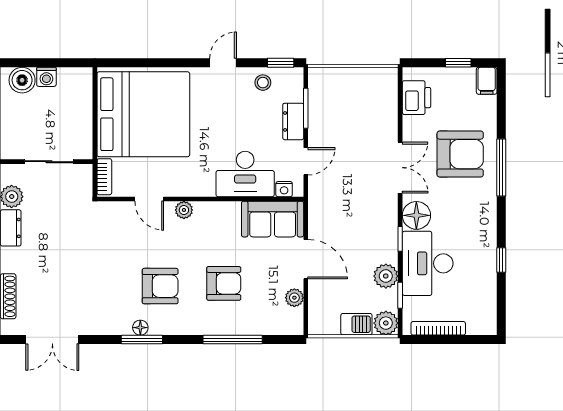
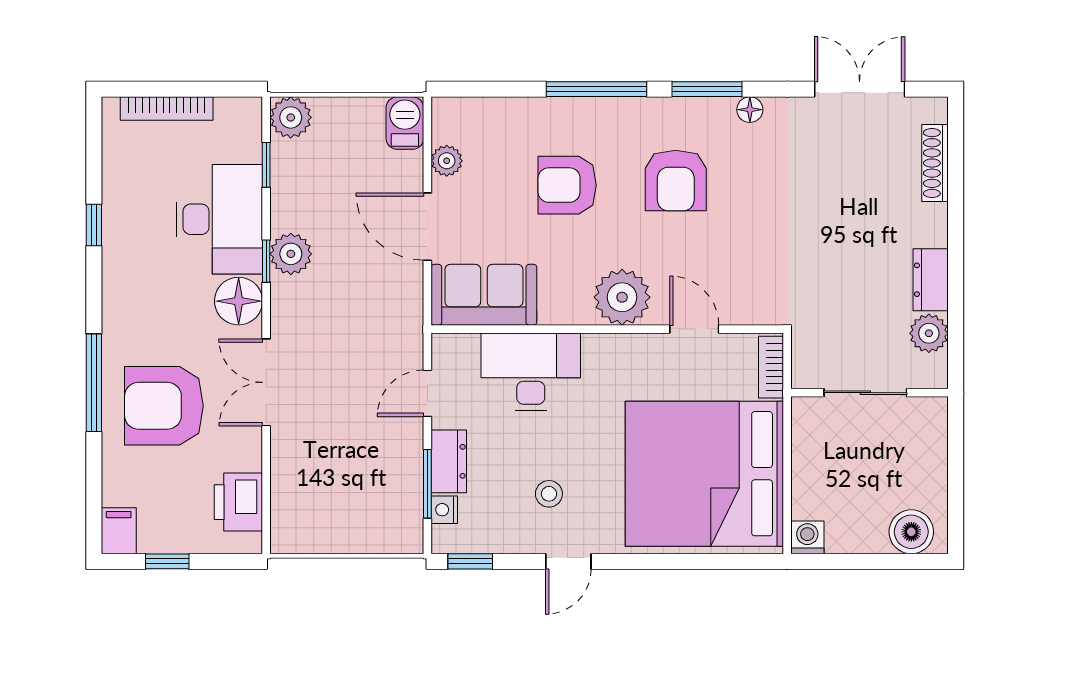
washing machine: (46, 77) -> (807, 537), moved
stool: (263, 83) -> (549, 494), moved
nightstand: (284, 189) -> (444, 510), moved, turned -90
plant: (184, 210) -> (622, 297), width x1.87, depth x1.87
plant: (386, 276) -> (291, 254), moved
armchair: (160, 286) -> (676, 180), turned -90
barbecue: (356, 324) -> (405, 123), moved, turned 90
floor lamp: (140, 328) -> (750, 110), moved
bookcase: (438, 328) -> (167, 109), moved
window: (233, 340) -> (596, 89), moved

